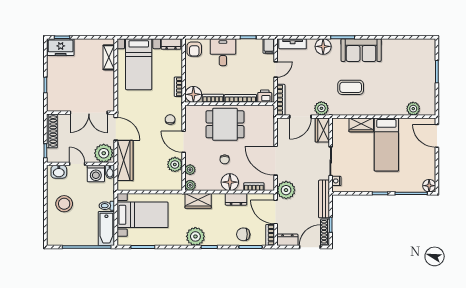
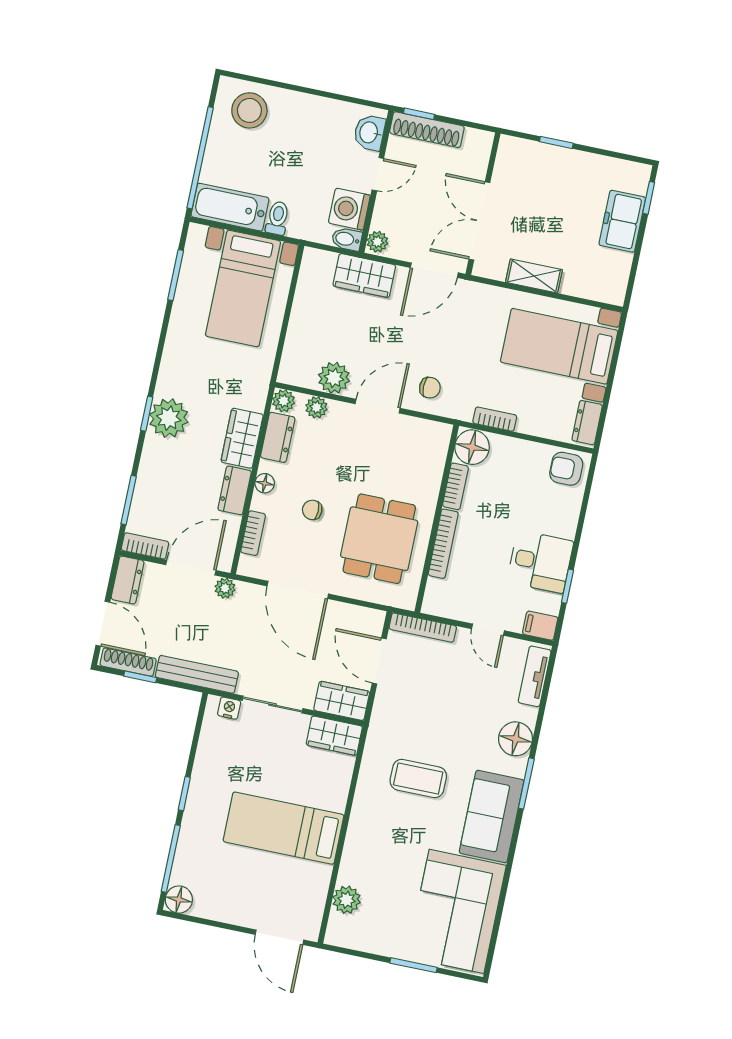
freezer: (61, 47) -> (622, 221), moved
desk: (223, 52) -> (540, 562), moved
shelving: (109, 57) -> (534, 276), moved
corner sofa: (408, 57) -> (456, 911), added
coffee table: (351, 87) -> (418, 778), turned 90
printer: (265, 96) -> (437, 595), removed
plant: (321, 108) -> (387, 708), removed
dining table: (225, 124) -> (379, 539), moved
wardrobe: (361, 125) -> (334, 736), moved, turned -90
shoe rack: (52, 131) -> (427, 130), moved
door: (437, 136) -> (280, 937), swing flipped
plant: (104, 153) -> (377, 242), width x0.53, depth x0.53
chair: (225, 159) -> (312, 510), moved
wardrobe: (125, 160) -> (364, 276), width x0.67
door: (276, 161) -> (298, 590), swing flipped
floor lamp: (230, 182) -> (265, 483), width x0.53, depth x0.53
dresser: (208, 185) -> (278, 437), added
plant: (286, 190) -> (225, 588), width x0.53, depth x0.53
wardrobe: (198, 201) -> (242, 438), moved
stool: (64, 204) -> (249, 110), moved
chair: (243, 234) -> (158, 490), removed
plant: (195, 236) -> (169, 418), moved

